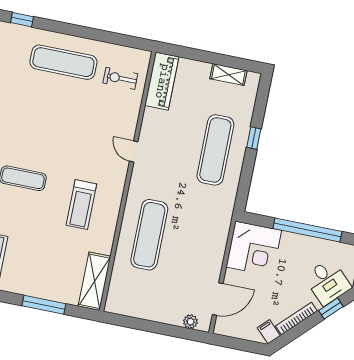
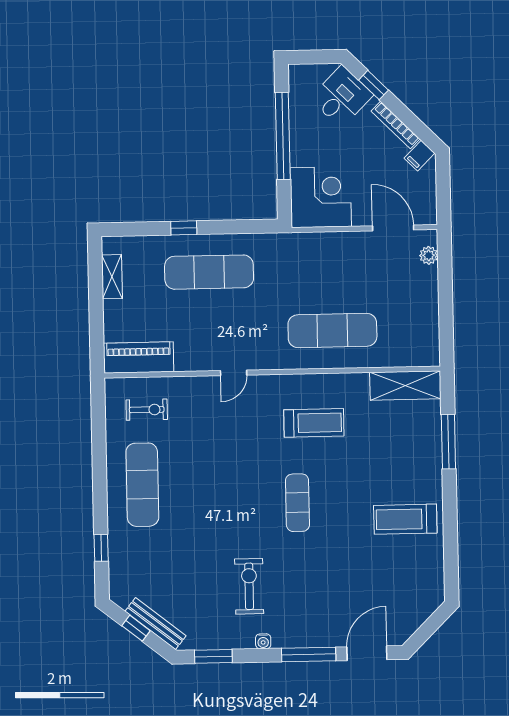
exercise bike: (120, 78) -> (147, 410), turned -90

